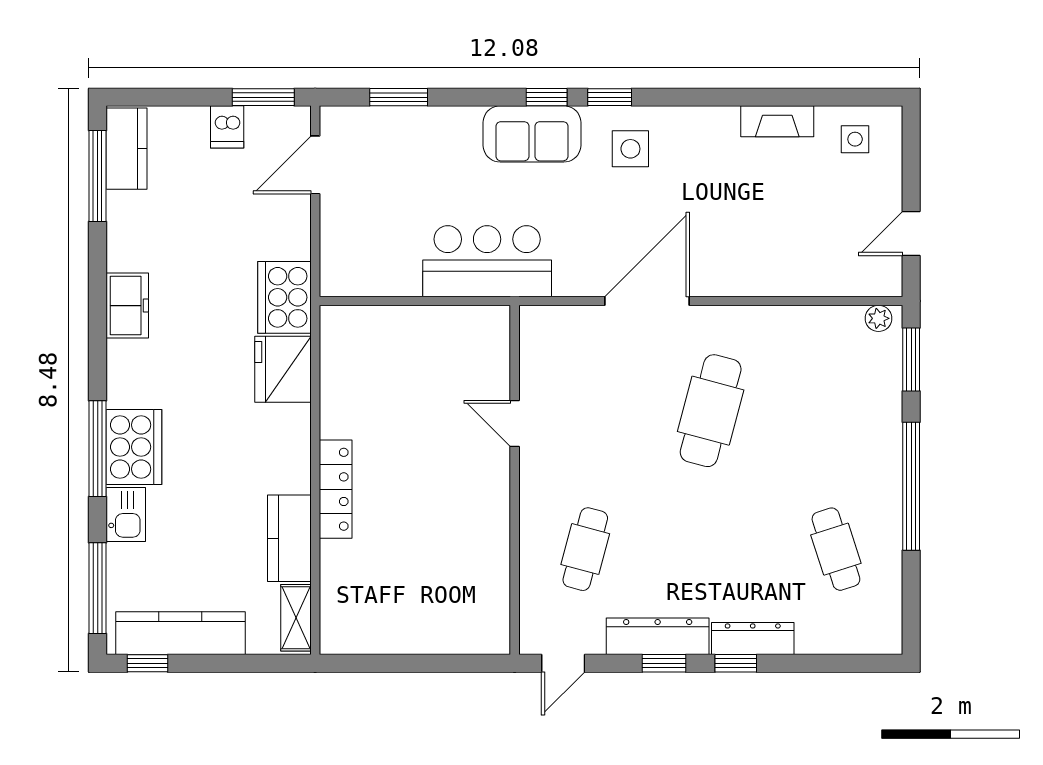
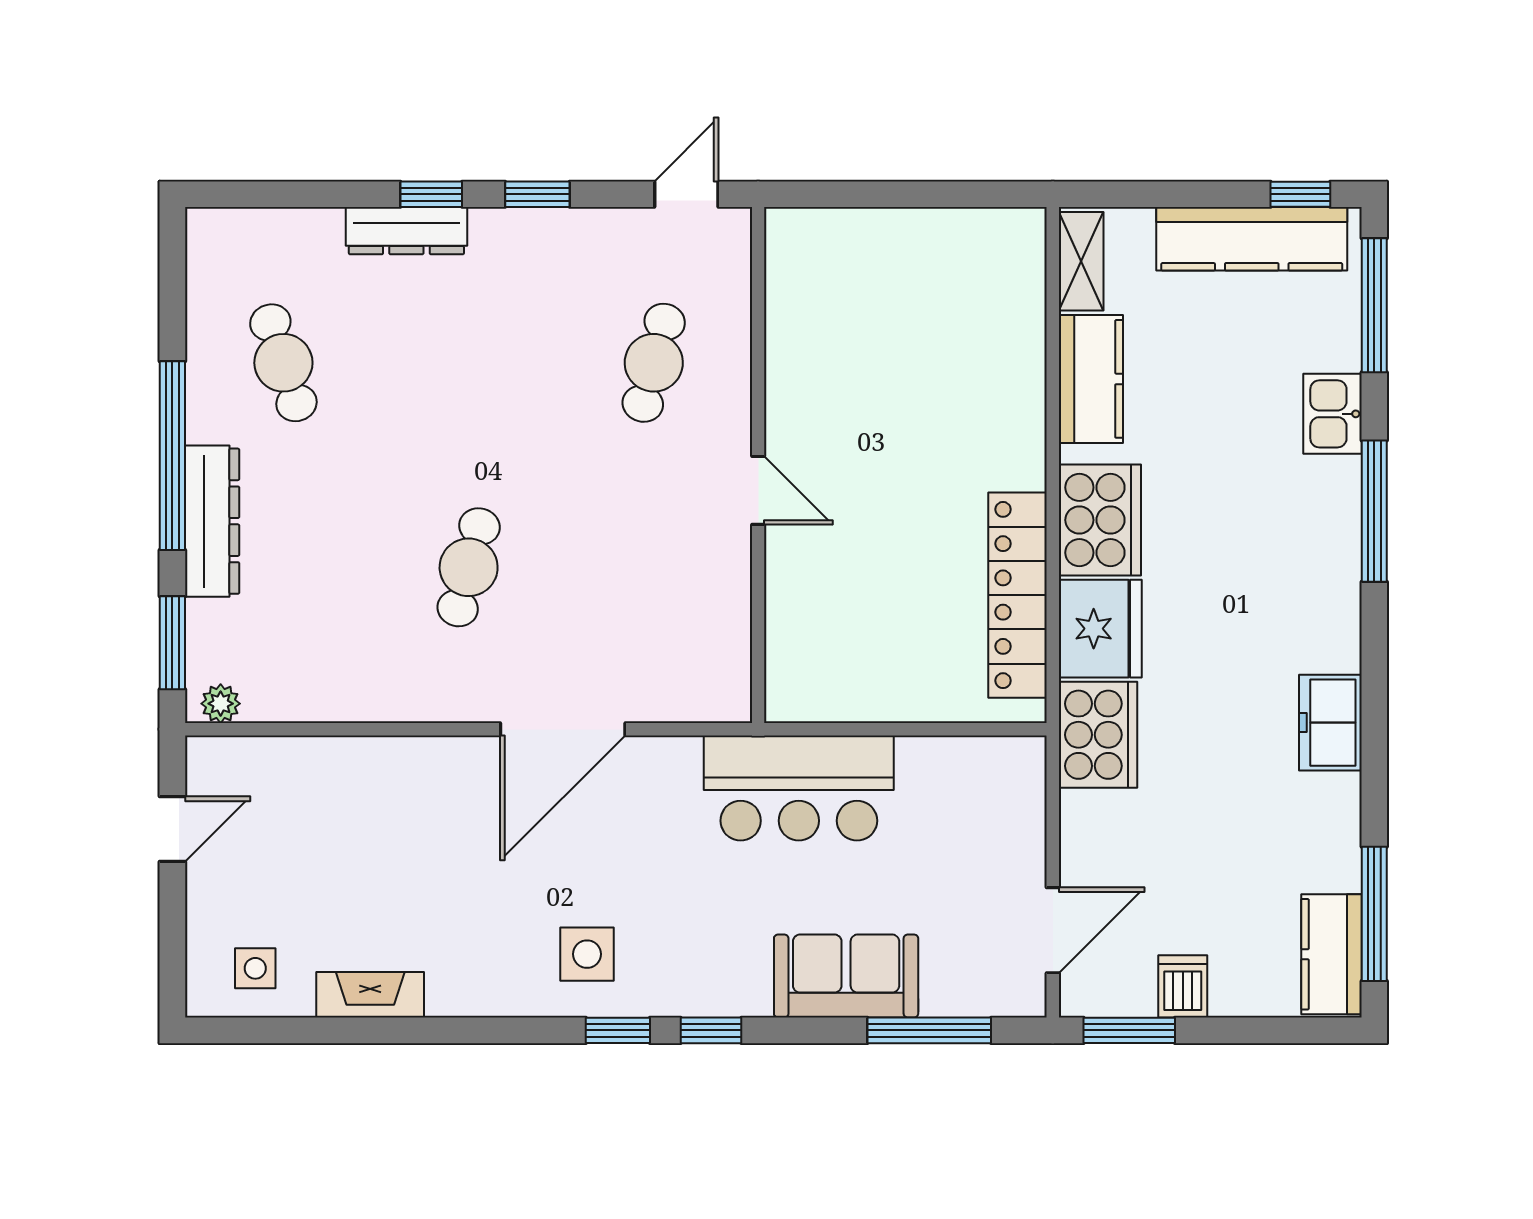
window: (399, 97) -> (929, 1030), width x1.44
sofa: (532, 134) -> (846, 976), moved
cafe table: (711, 411) -> (469, 567), width x0.73, depth x0.74
door: (515, 424) -> (758, 490), moved
cooker: (134, 447) -> (1100, 520), moved, turned 180
locker: (336, 489) -> (1018, 595), moved, width x1.41, depth x1.21
dresser: (658, 636) -> (212, 521), moved, turned -90

